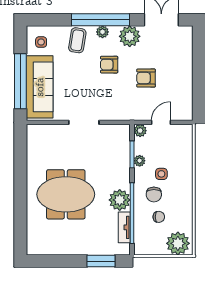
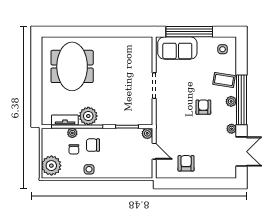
plant: (130, 36) -> (232, 129), width x0.53, depth x0.53
armchair: (146, 78) -> (186, 163), moved
sofa: (40, 87) -> (177, 48), width x0.73
plant: (140, 161) -> (72, 133), moved
side table: (161, 174) -> (89, 169), moved
meeting table: (66, 194) -> (72, 66), moved
window: (101, 261) -> (36, 100), removed

